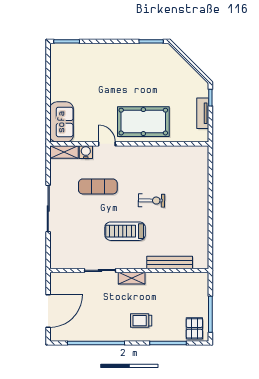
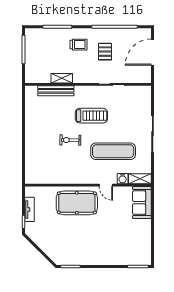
exercise mat: (98, 186) -> (113, 151), width x1.36, depth x1.45
shelving: (132, 278) -> (62, 78), moved
pallet: (194, 328) -> (105, 52), moved

